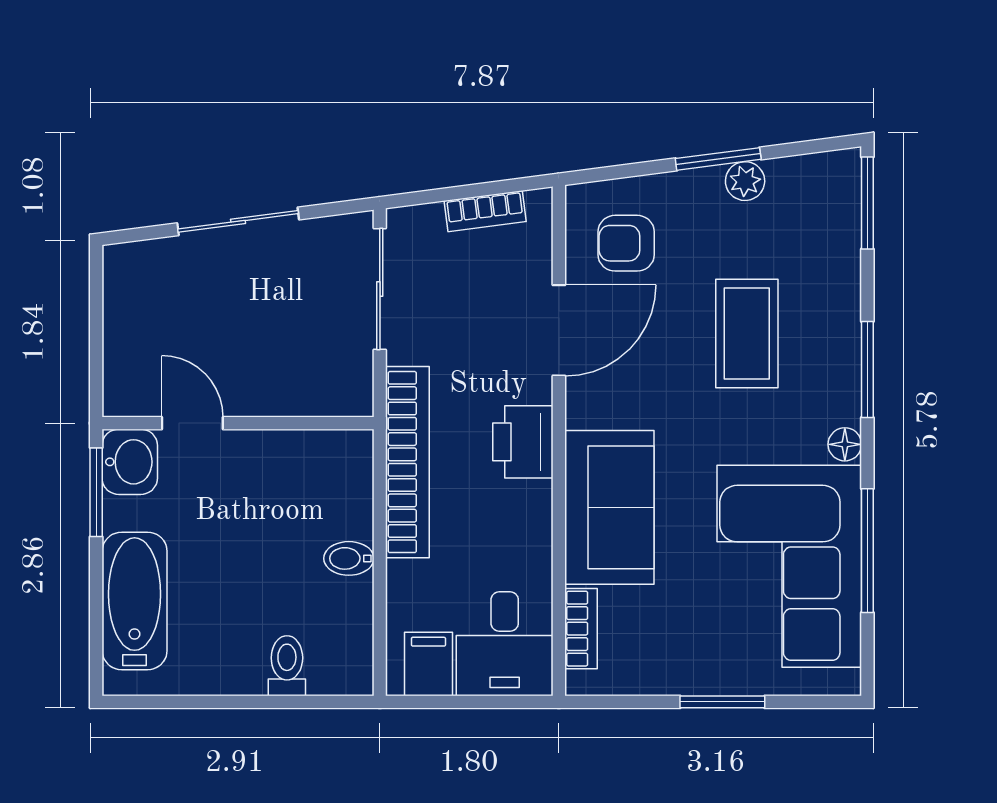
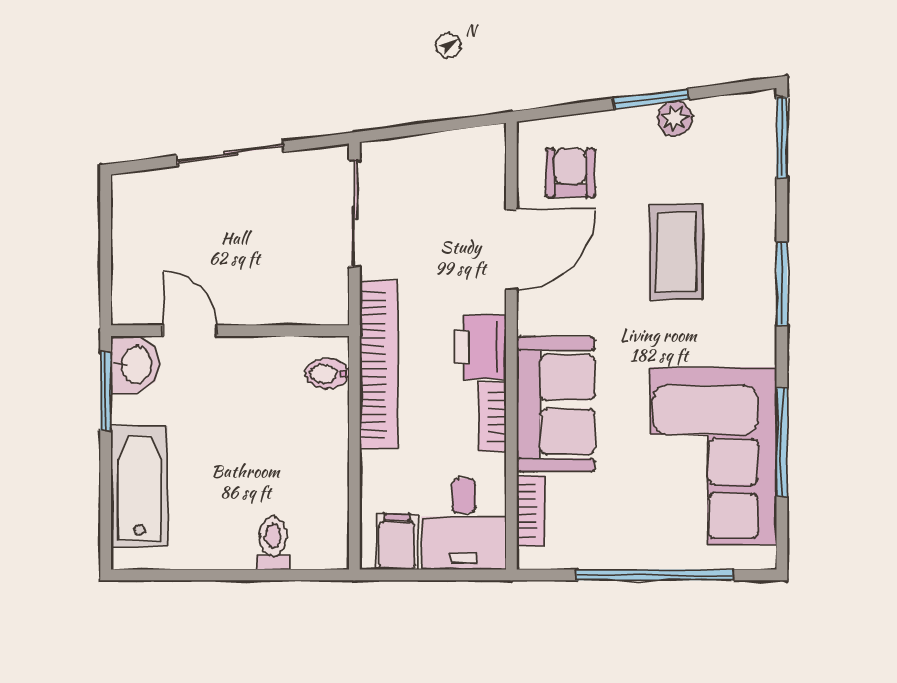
bookcase: (485, 211) -> (492, 417), moved, turned 97
armchair: (626, 243) -> (570, 173), turned 90
floor lamp: (845, 444) -> (762, 349), removed
bidet: (349, 558) -> (327, 373), moved
window: (722, 702) -> (655, 575), width x2.11

